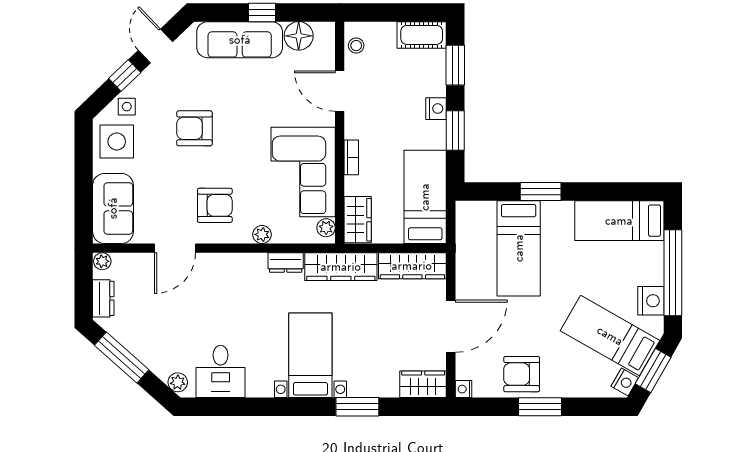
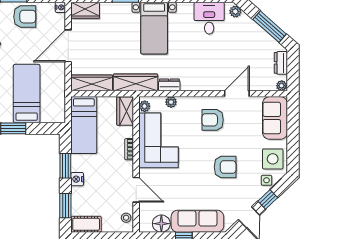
plant: (262, 234) -> (171, 102), moved

